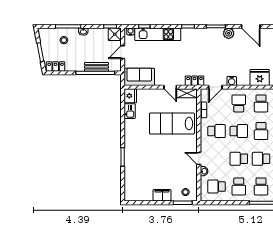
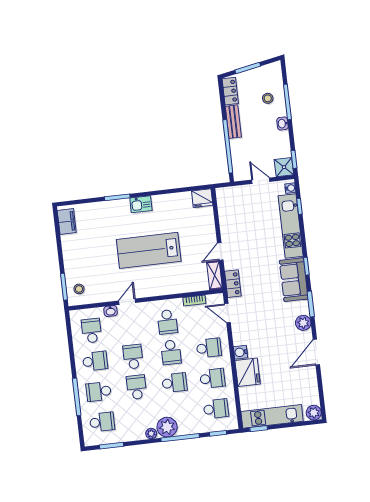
bench: (96, 67) -> (233, 122), moved
sofa: (139, 77) -> (294, 280), moved, turned 180
water cooler: (232, 81) -> (241, 352), moved
school desk: (261, 103) -> (212, 378), turned 180
kitchen sink: (130, 111) -> (141, 204), moved
lab bench: (172, 124) -> (149, 250), moved, turned -90
school desk: (261, 131) -> (174, 383), turned 180
school desk: (239, 186) -> (95, 361), turned 180
filing cabinet: (162, 195) -> (67, 221), moved

